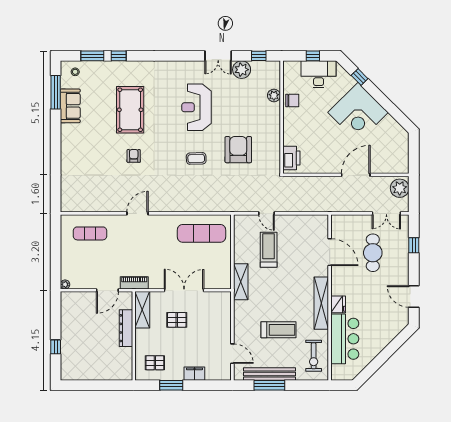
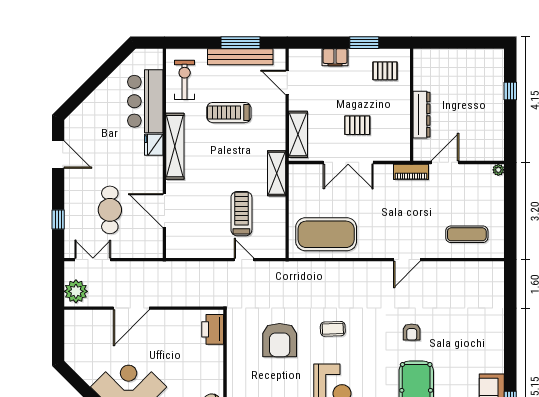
exercise mat: (201, 233) -> (326, 234), width x1.47
treadmill: (269, 250) -> (241, 214), turned 180
shelving: (142, 310) -> (298, 134), moved

